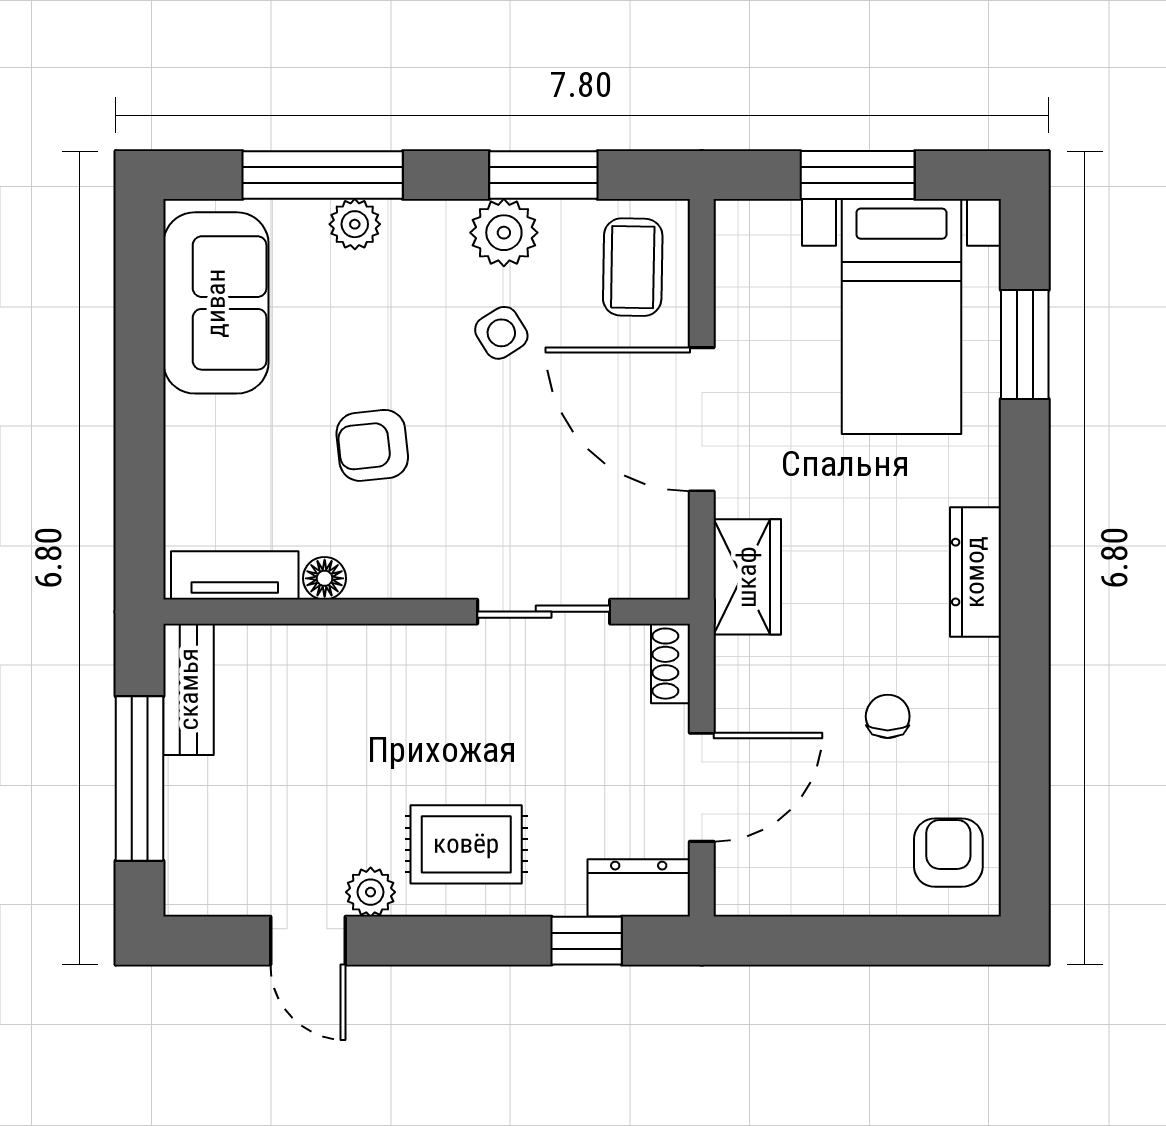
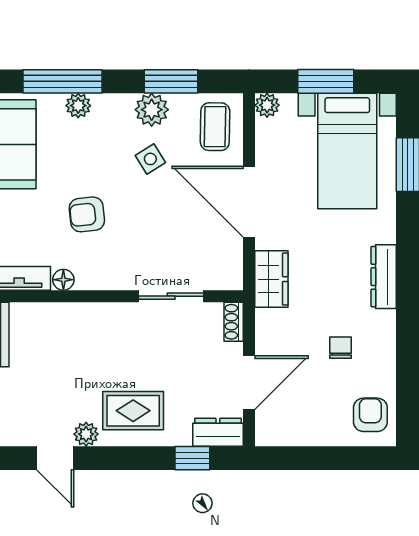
plant: (738, 224) -> (267, 105), added

